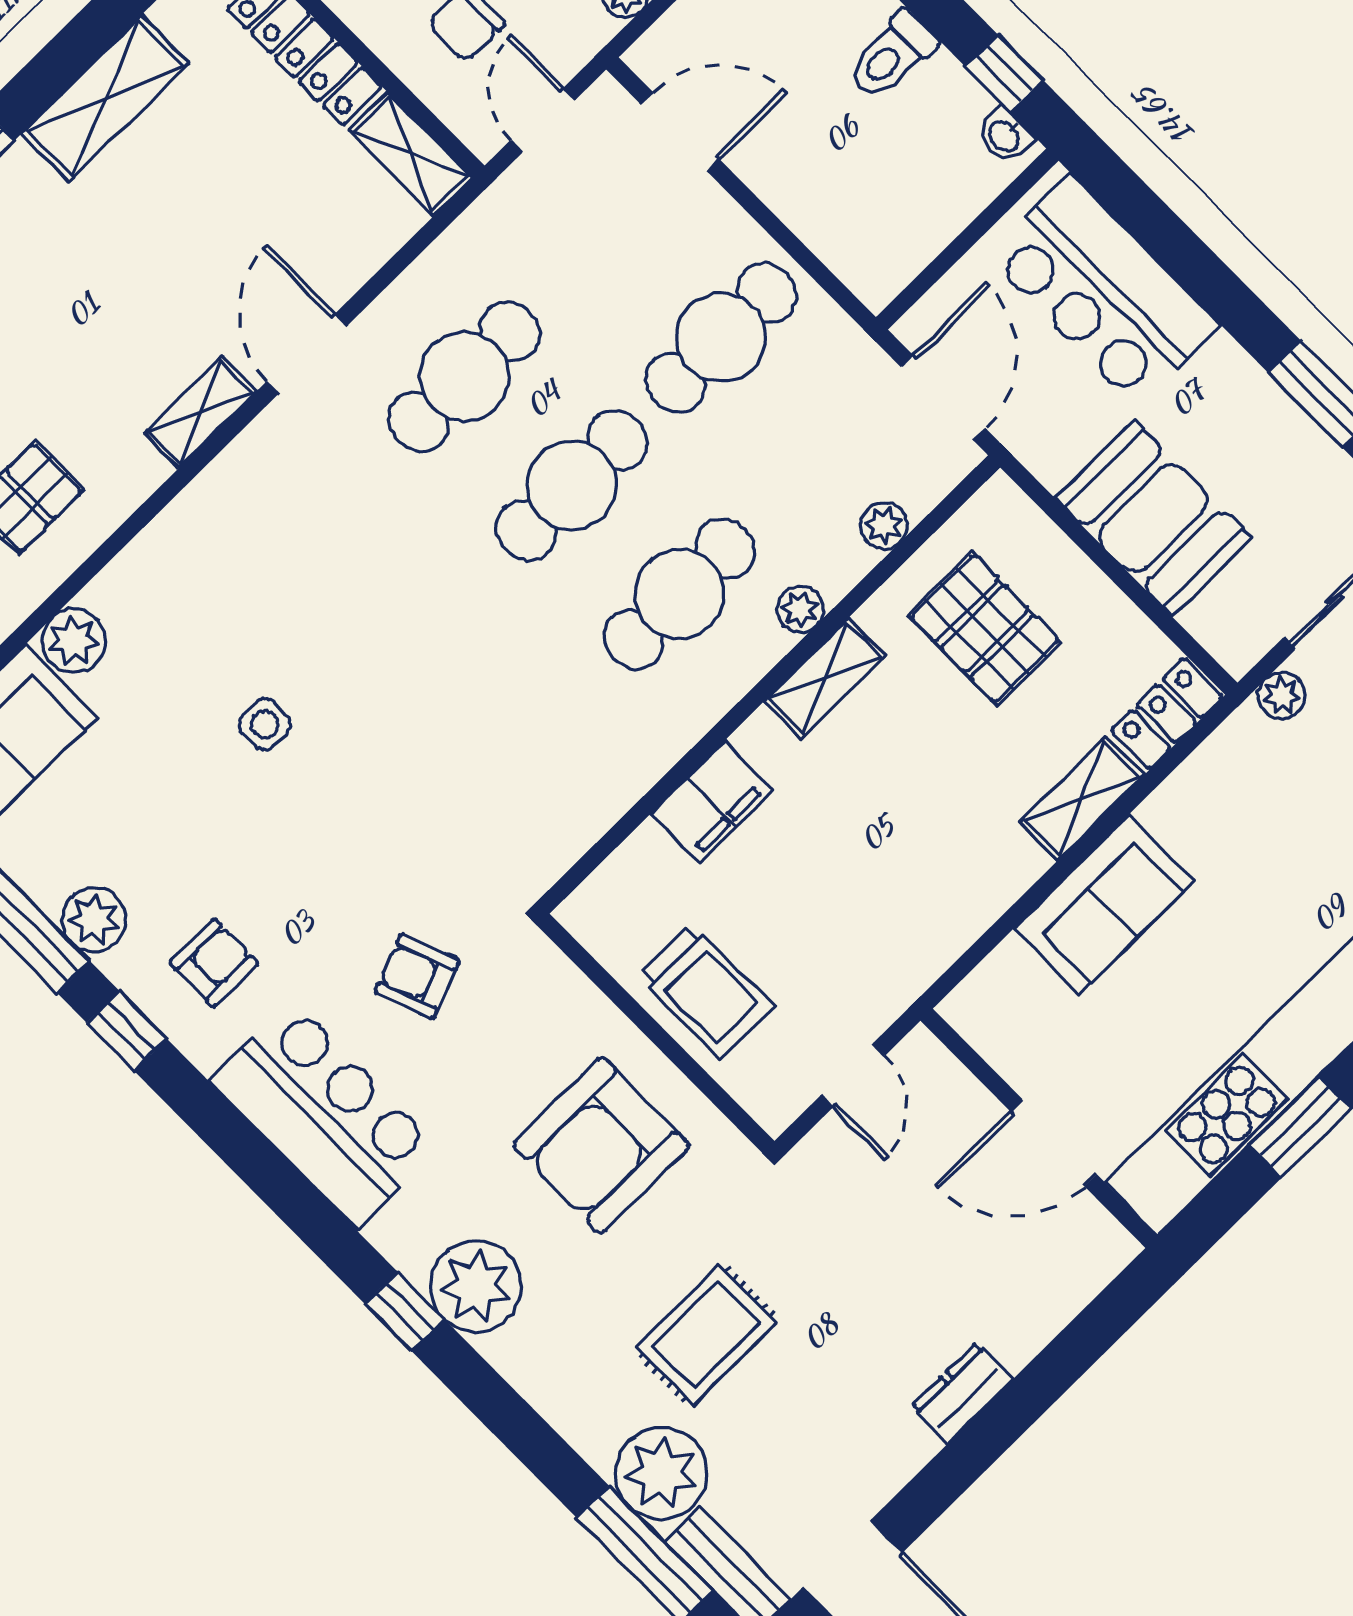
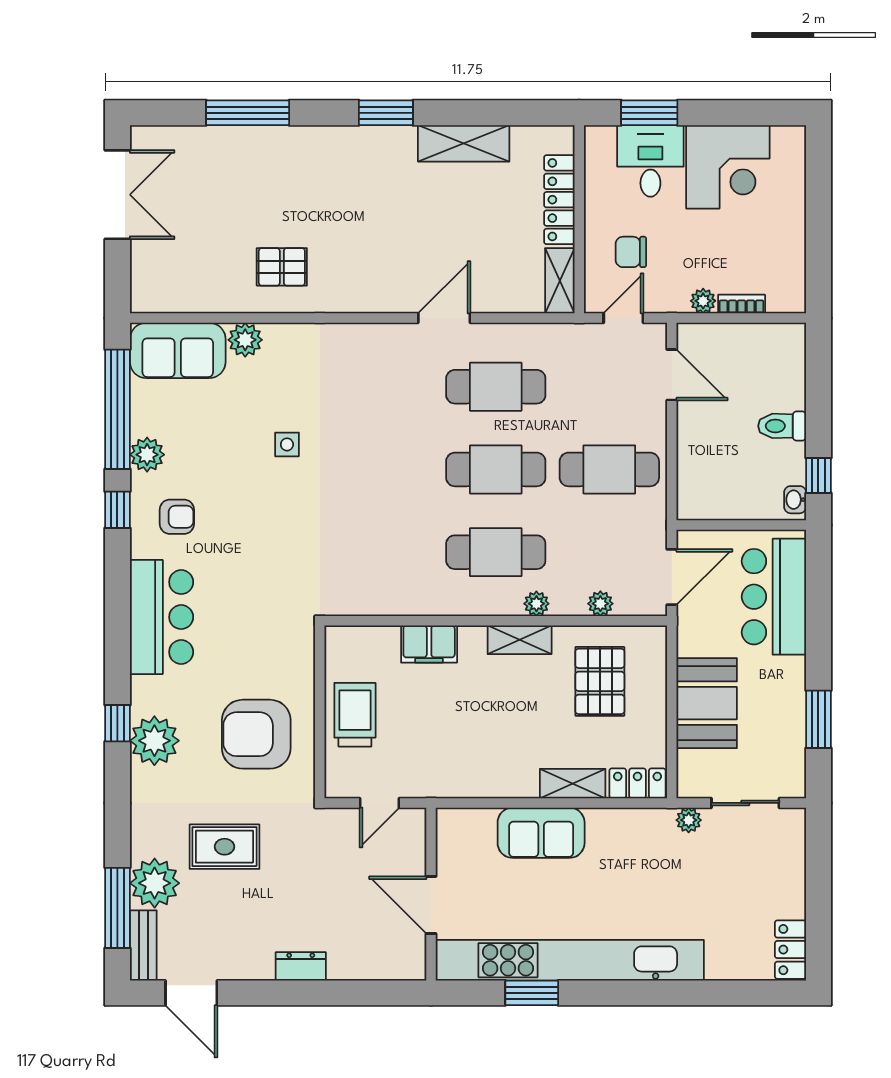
shelving: (200, 412) -> (381, 300), removed
armchair: (417, 976) -> (250, 599), removed
trolley: (706, 991) -> (355, 715), turned 180

